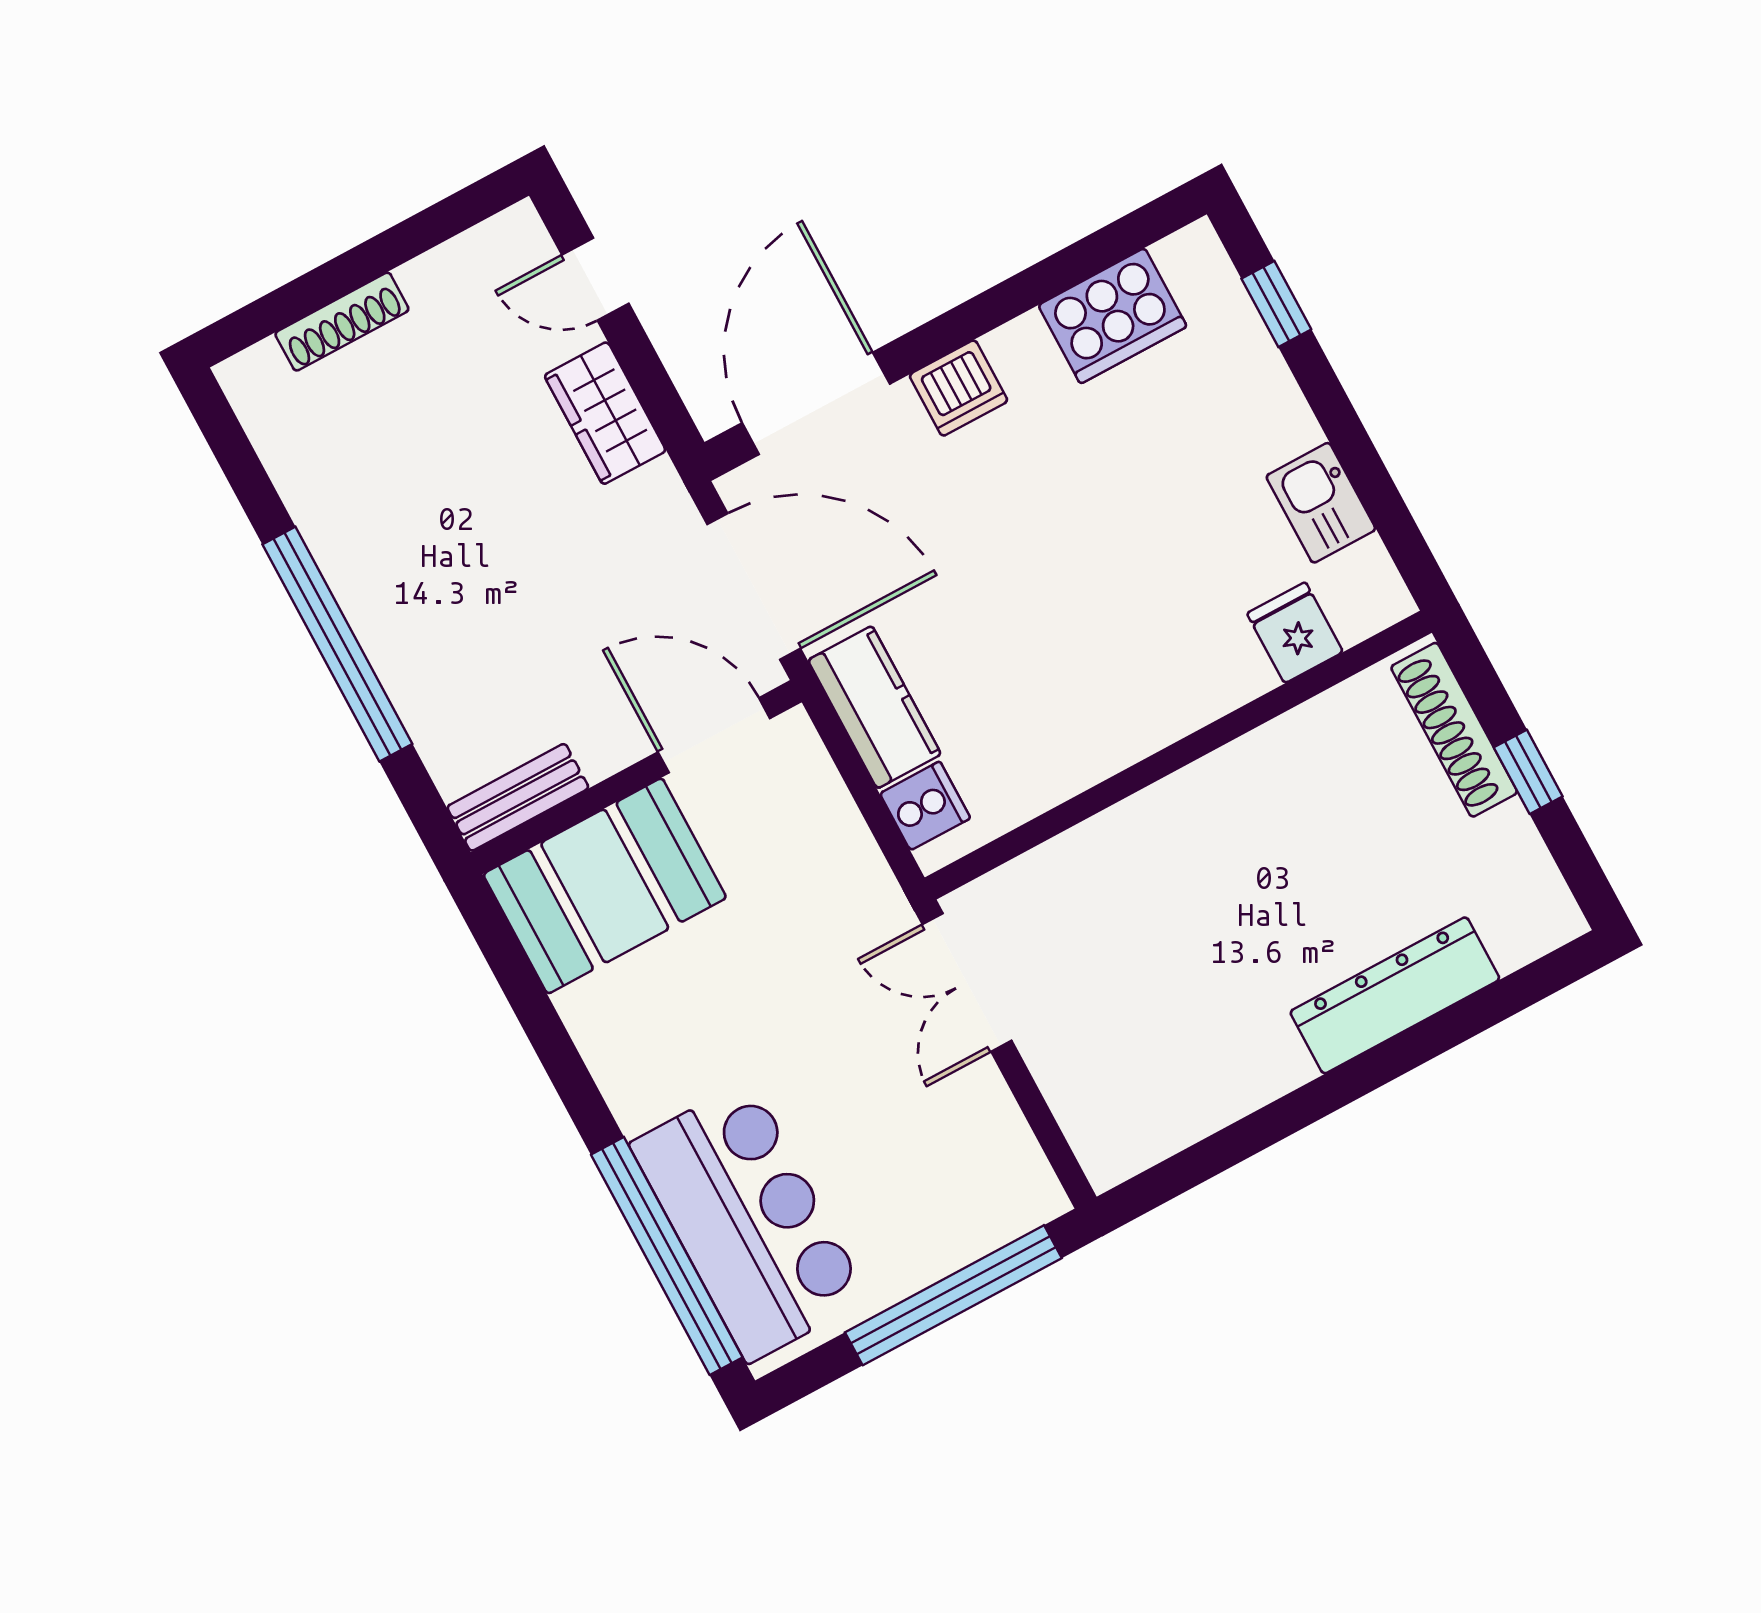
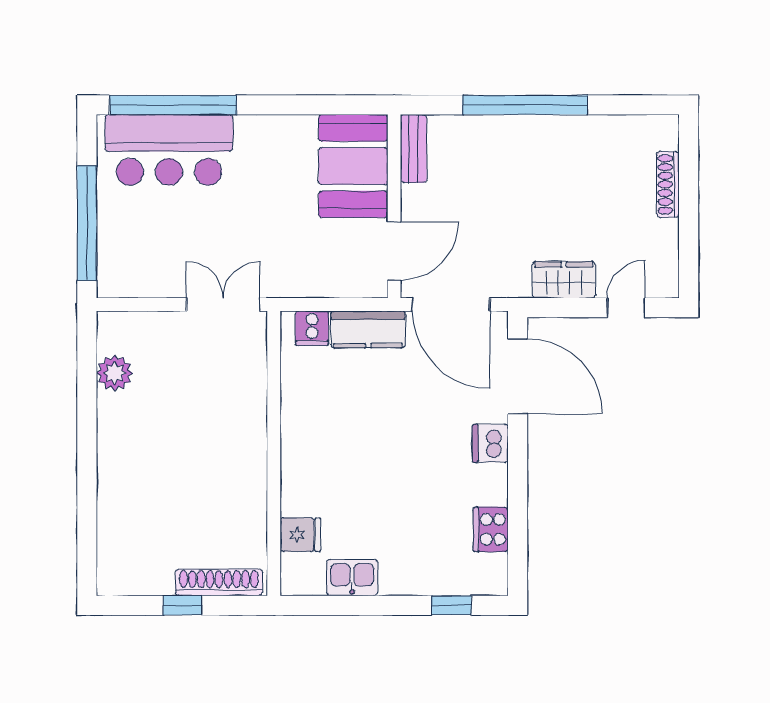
cooker: (1113, 316) -> (491, 529), width x0.73, depth x0.76
door: (754, 586) -> (451, 304), hinge flipped
dresser: (1395, 995) -> (115, 492), removed
plant: (1188, 1107) -> (115, 373), added

